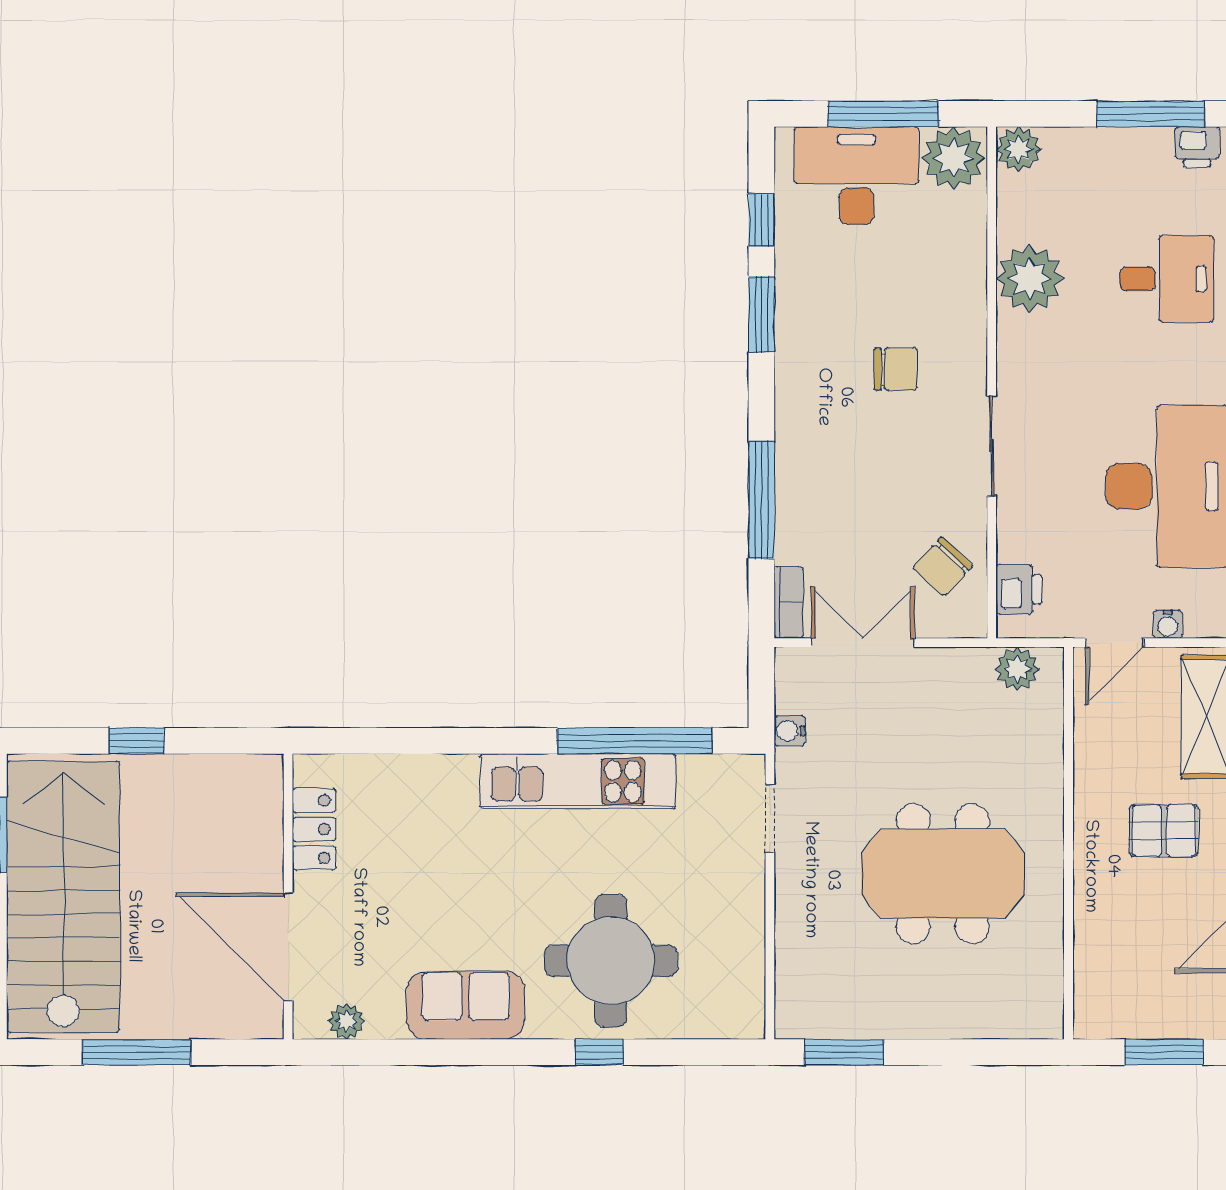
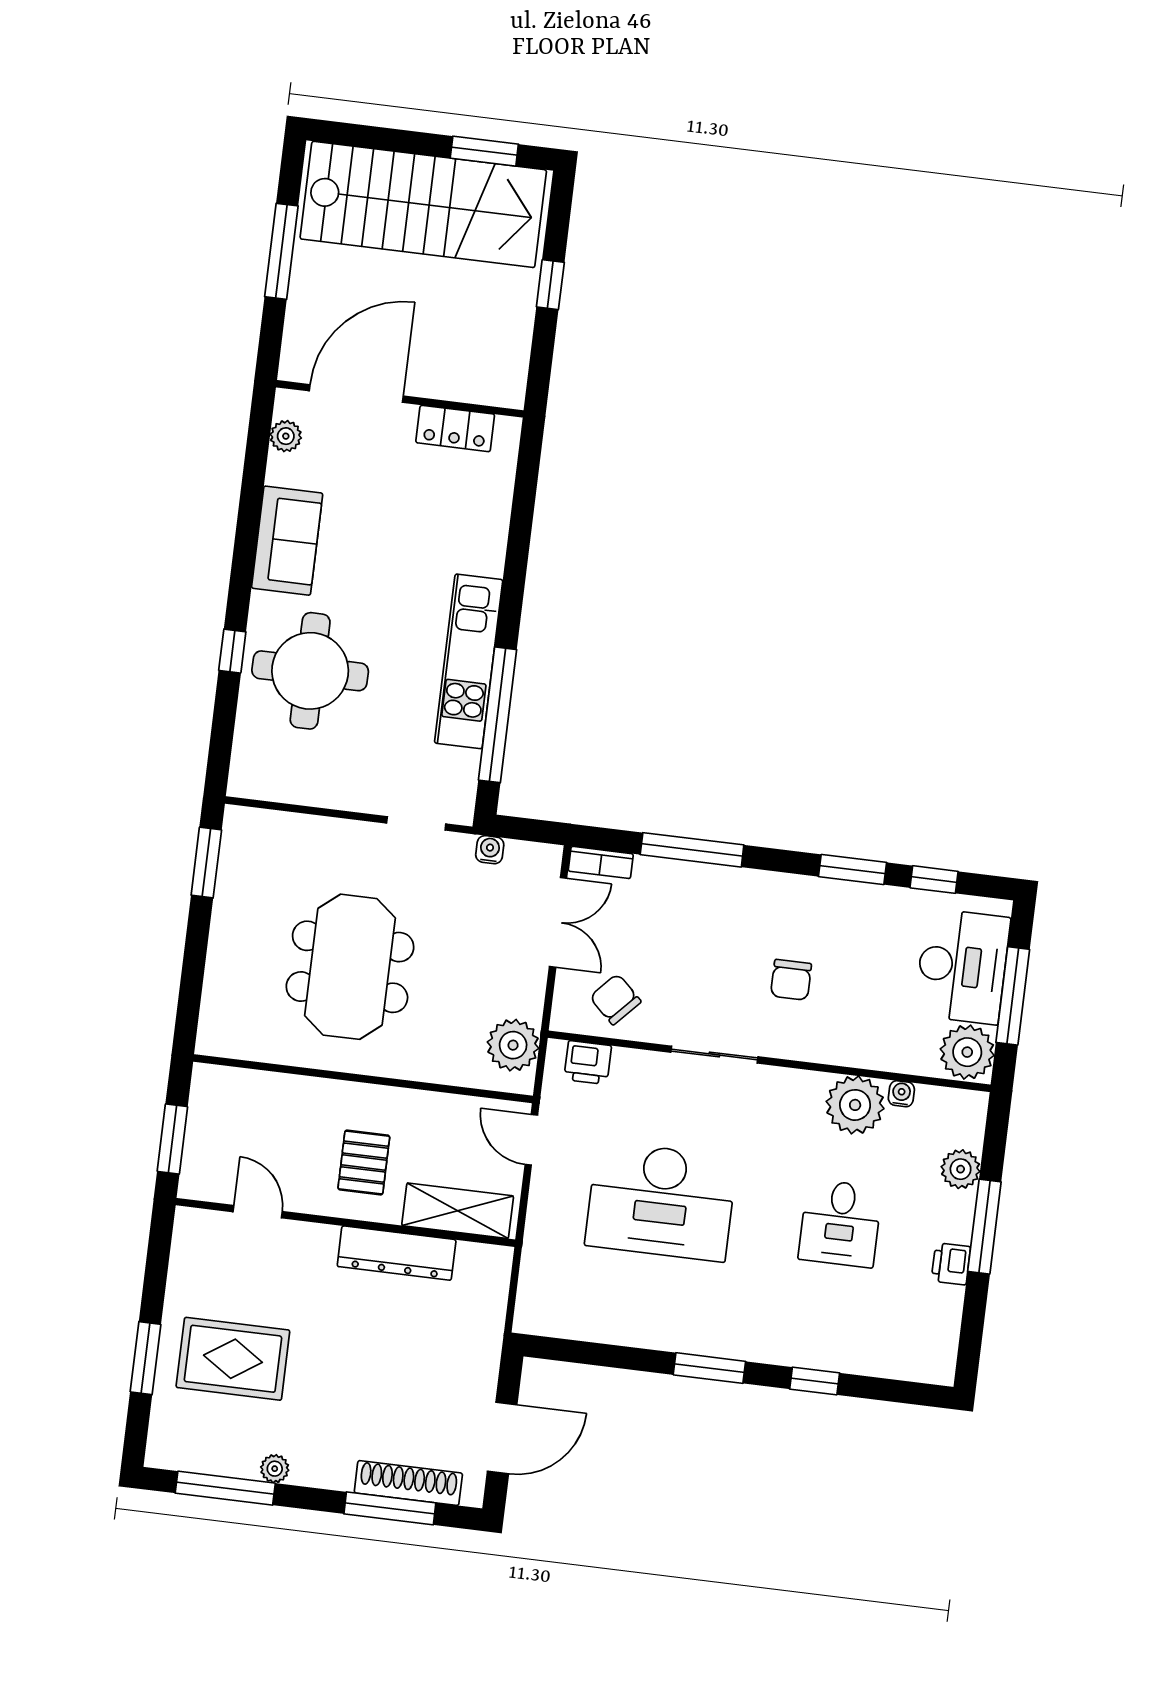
plant: (1019, 149) -> (961, 1169), moved
water cooler: (1168, 624) -> (901, 1094), moved, turned 90
plant: (1017, 669) -> (513, 1045), width x1.36, depth x1.36

